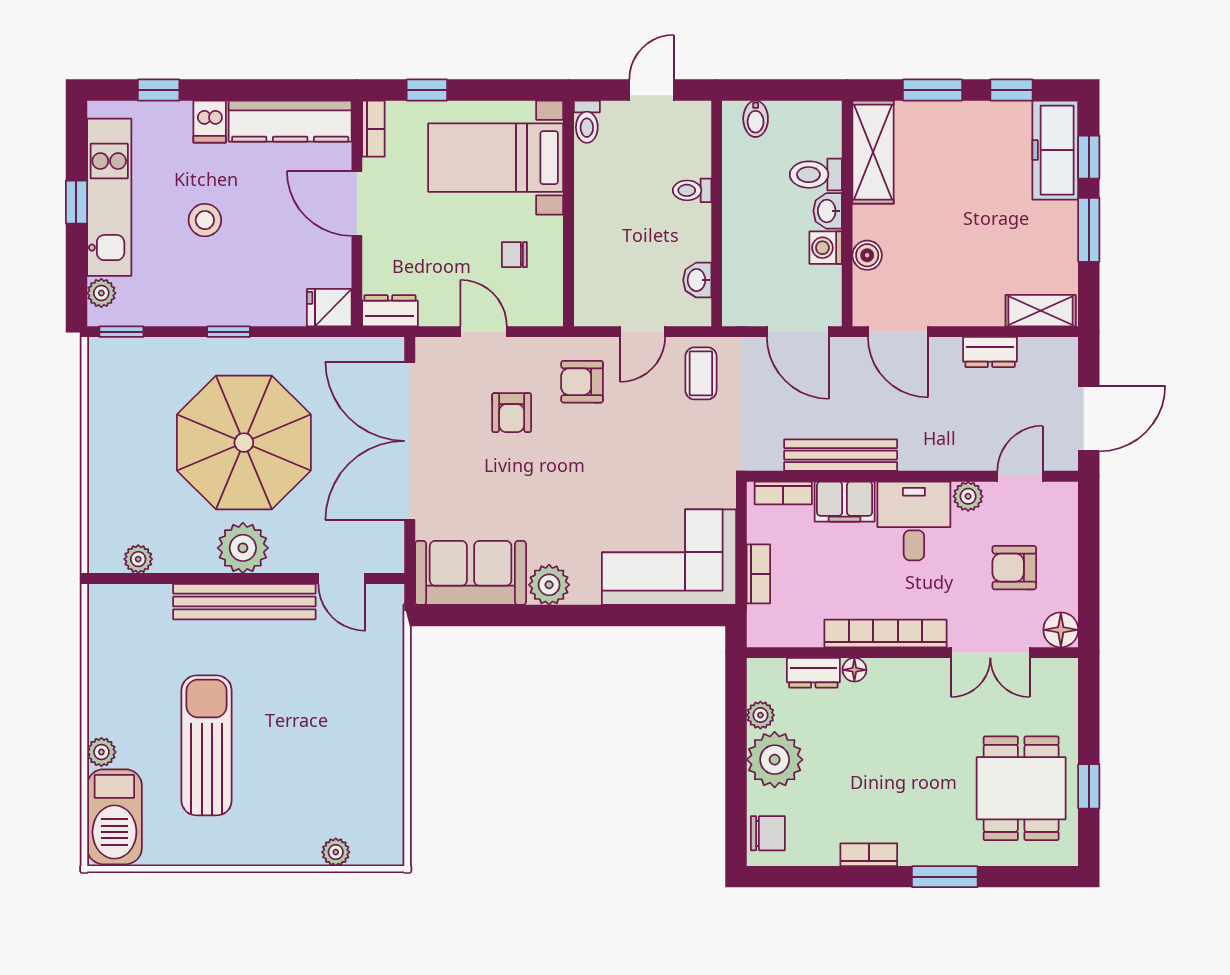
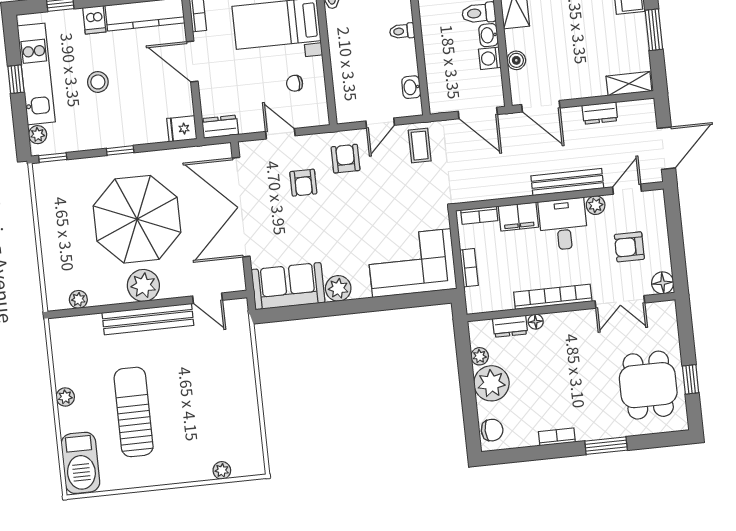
armchair: (582, 382) -> (345, 159), turned 90
bench: (841, 455) -> (567, 182), moved
plant: (101, 752) -> (65, 397), moved

